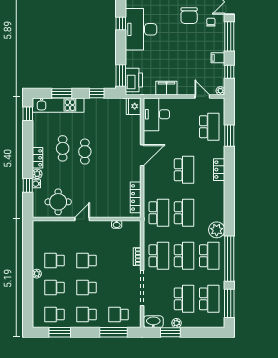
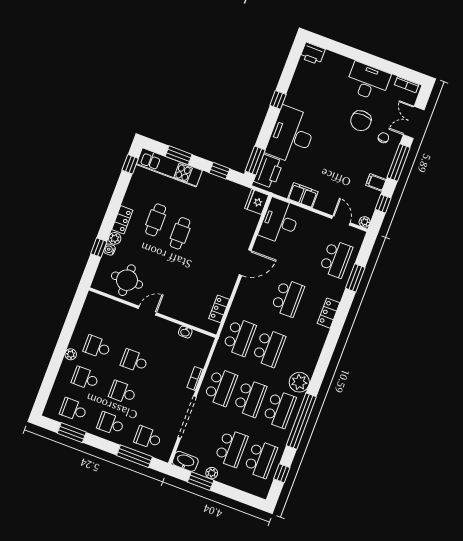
desk: (141, 29) -> (291, 135), moved
locker: (136, 197) -> (219, 309), width x0.66
window: (229, 303) -> (282, 473), width x0.46

